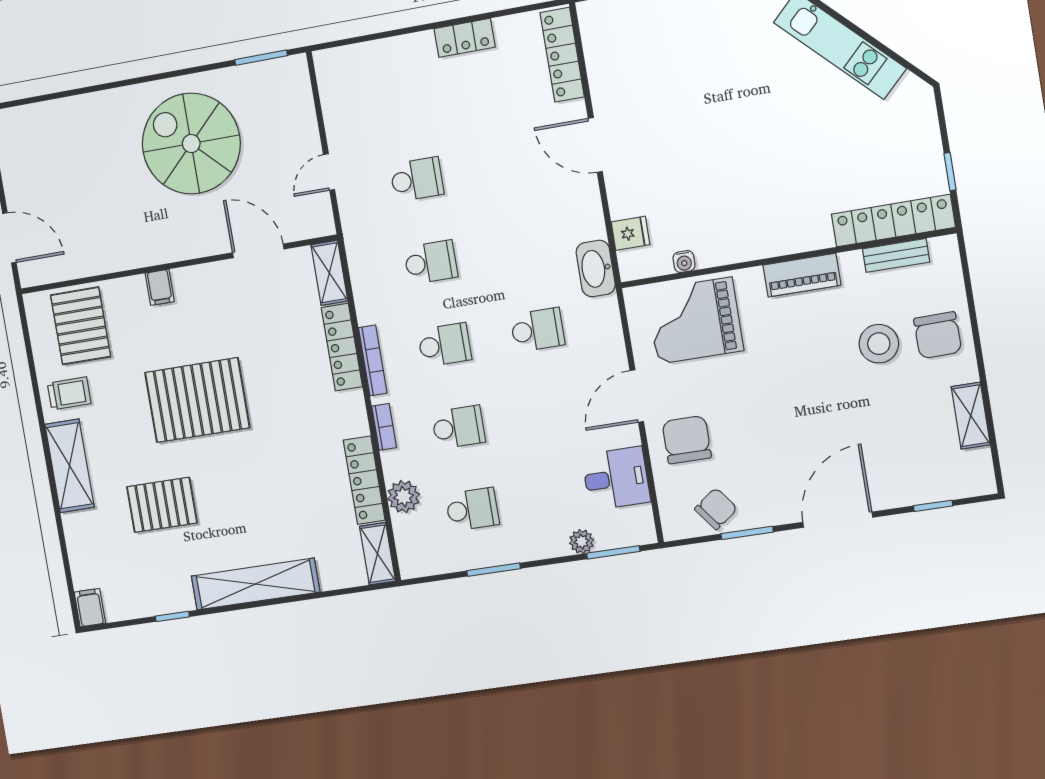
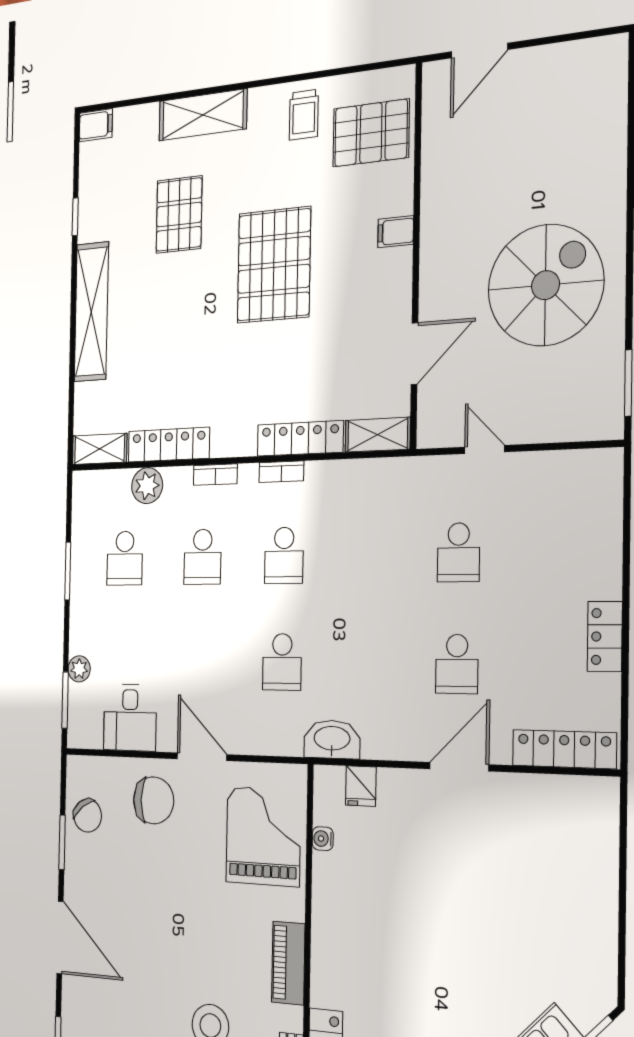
school desk: (431, 262) -> (457, 664), moved
bookcase: (373, 360) -> (281, 472), width x0.64
shelving: (70, 466) -> (203, 115), moved

